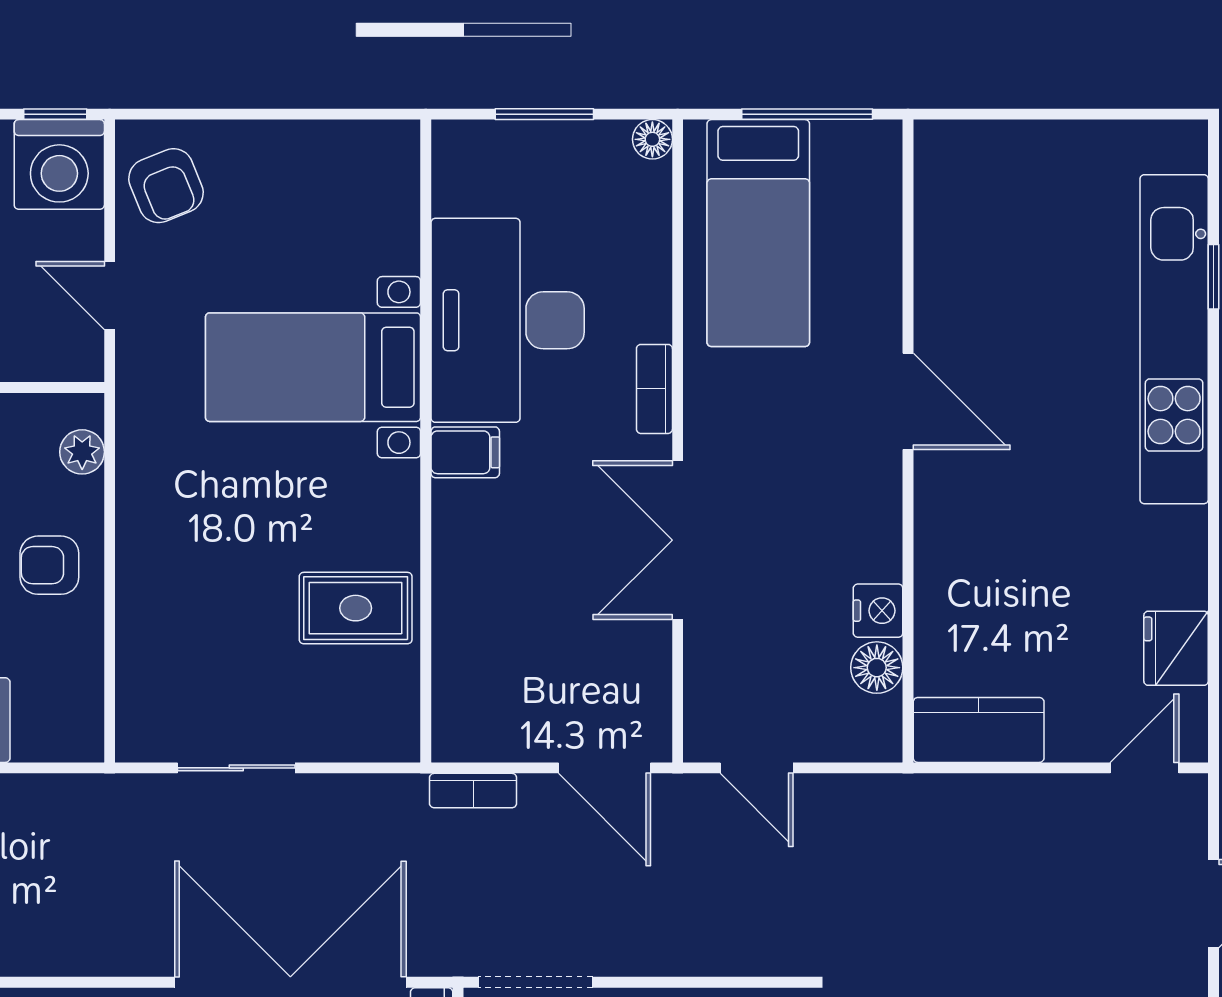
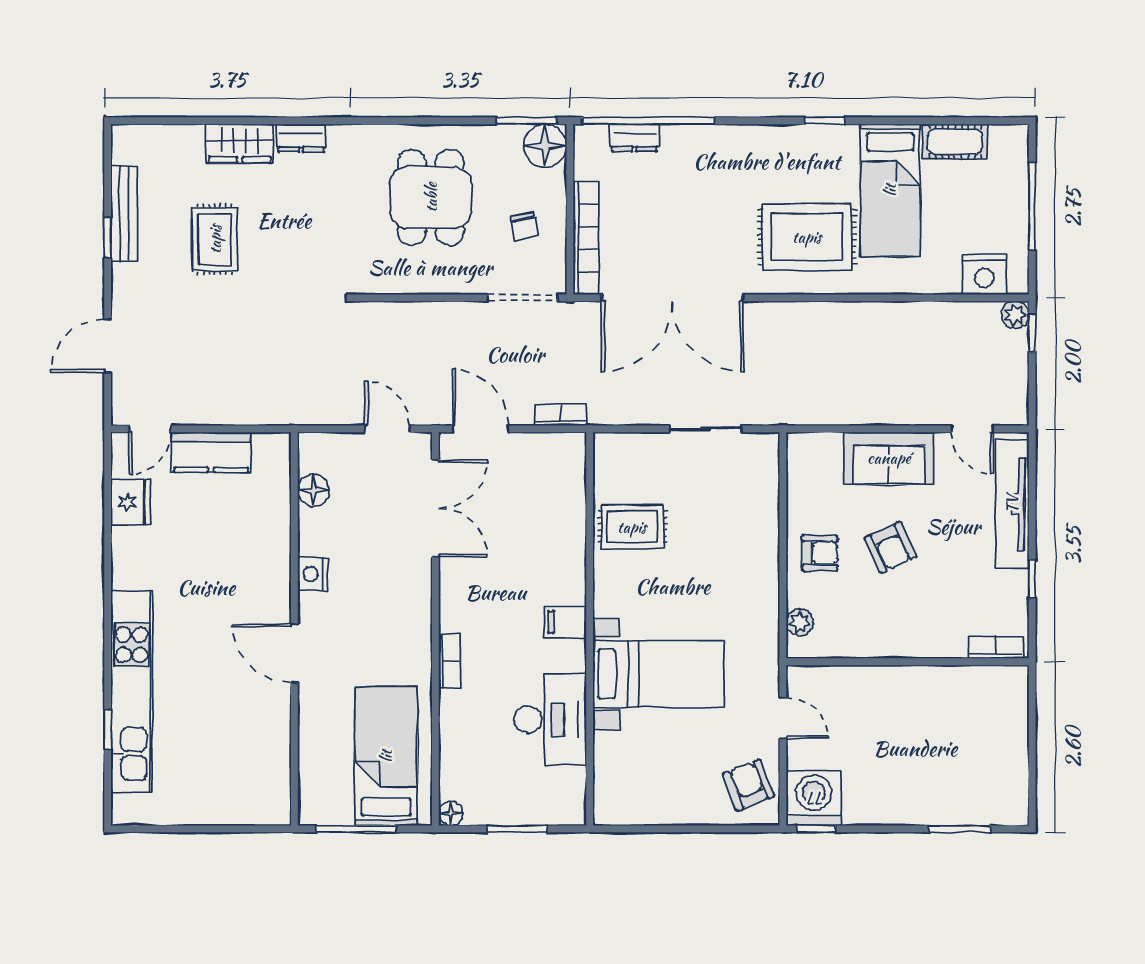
desk: (508, 320) -> (550, 720), width x0.73, depth x0.77
double door: (678, 540) -> (435, 508), moved
nightstand: (878, 611) -> (313, 574), moved
kitchen counter: (979, 730) -> (211, 452), moved

